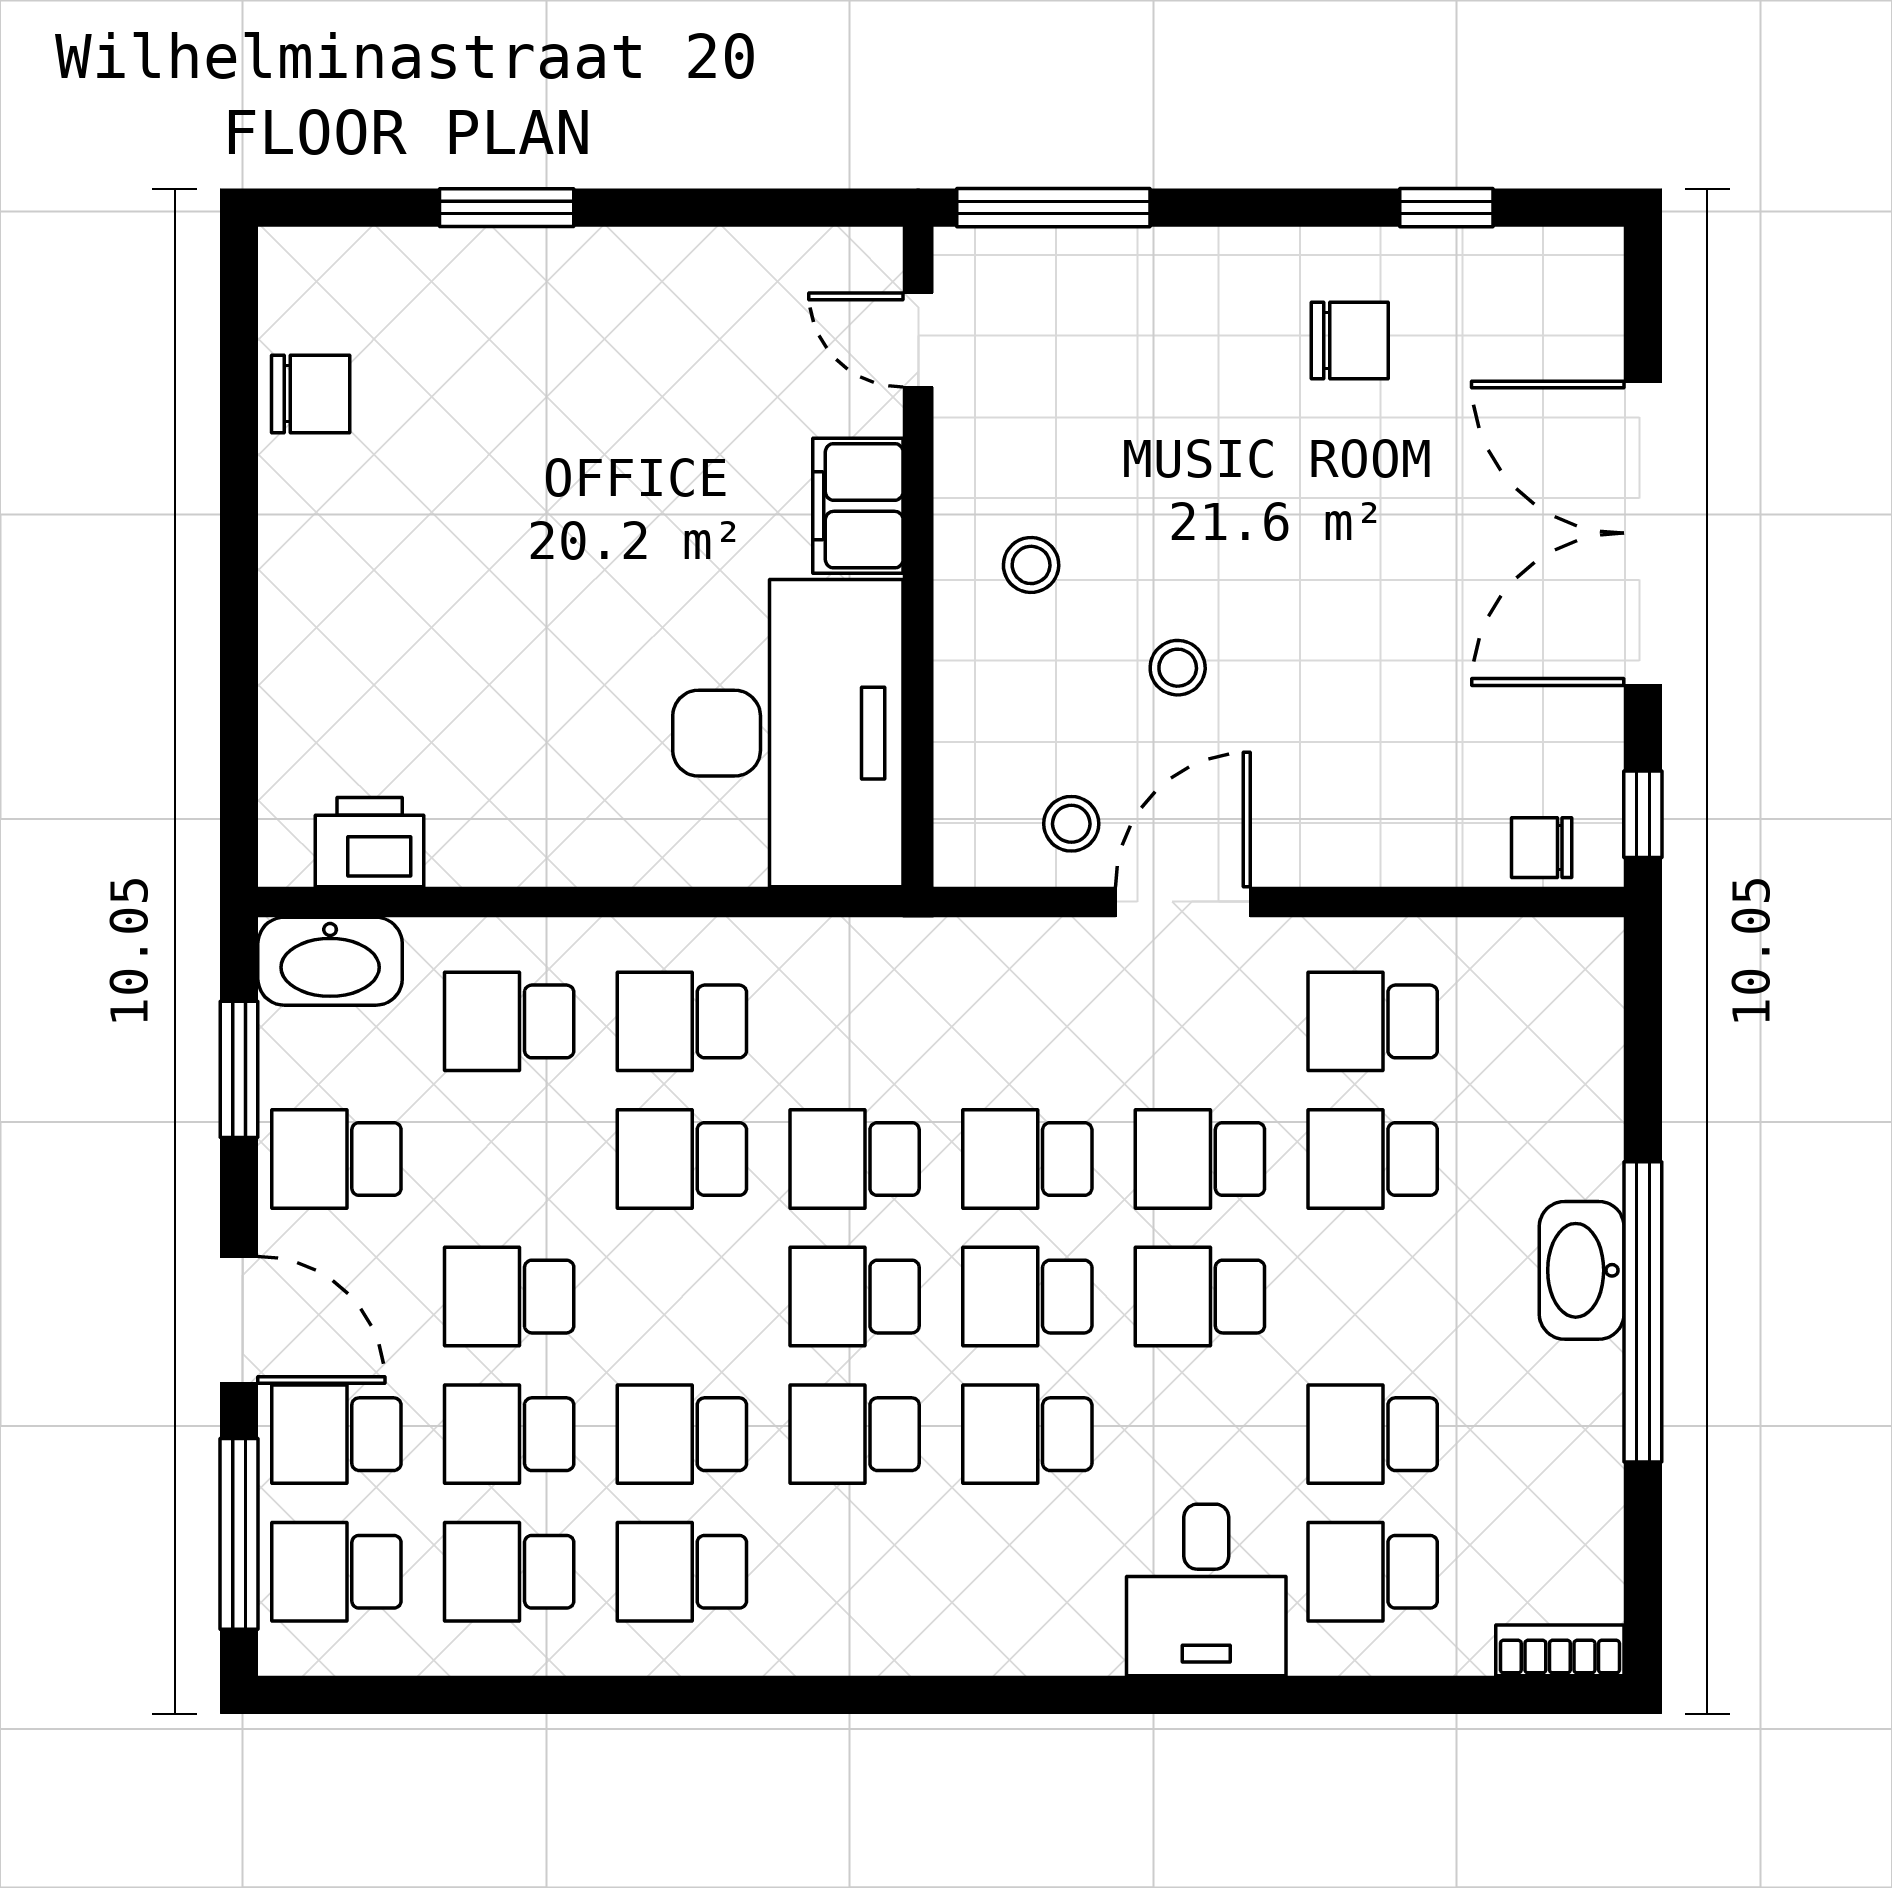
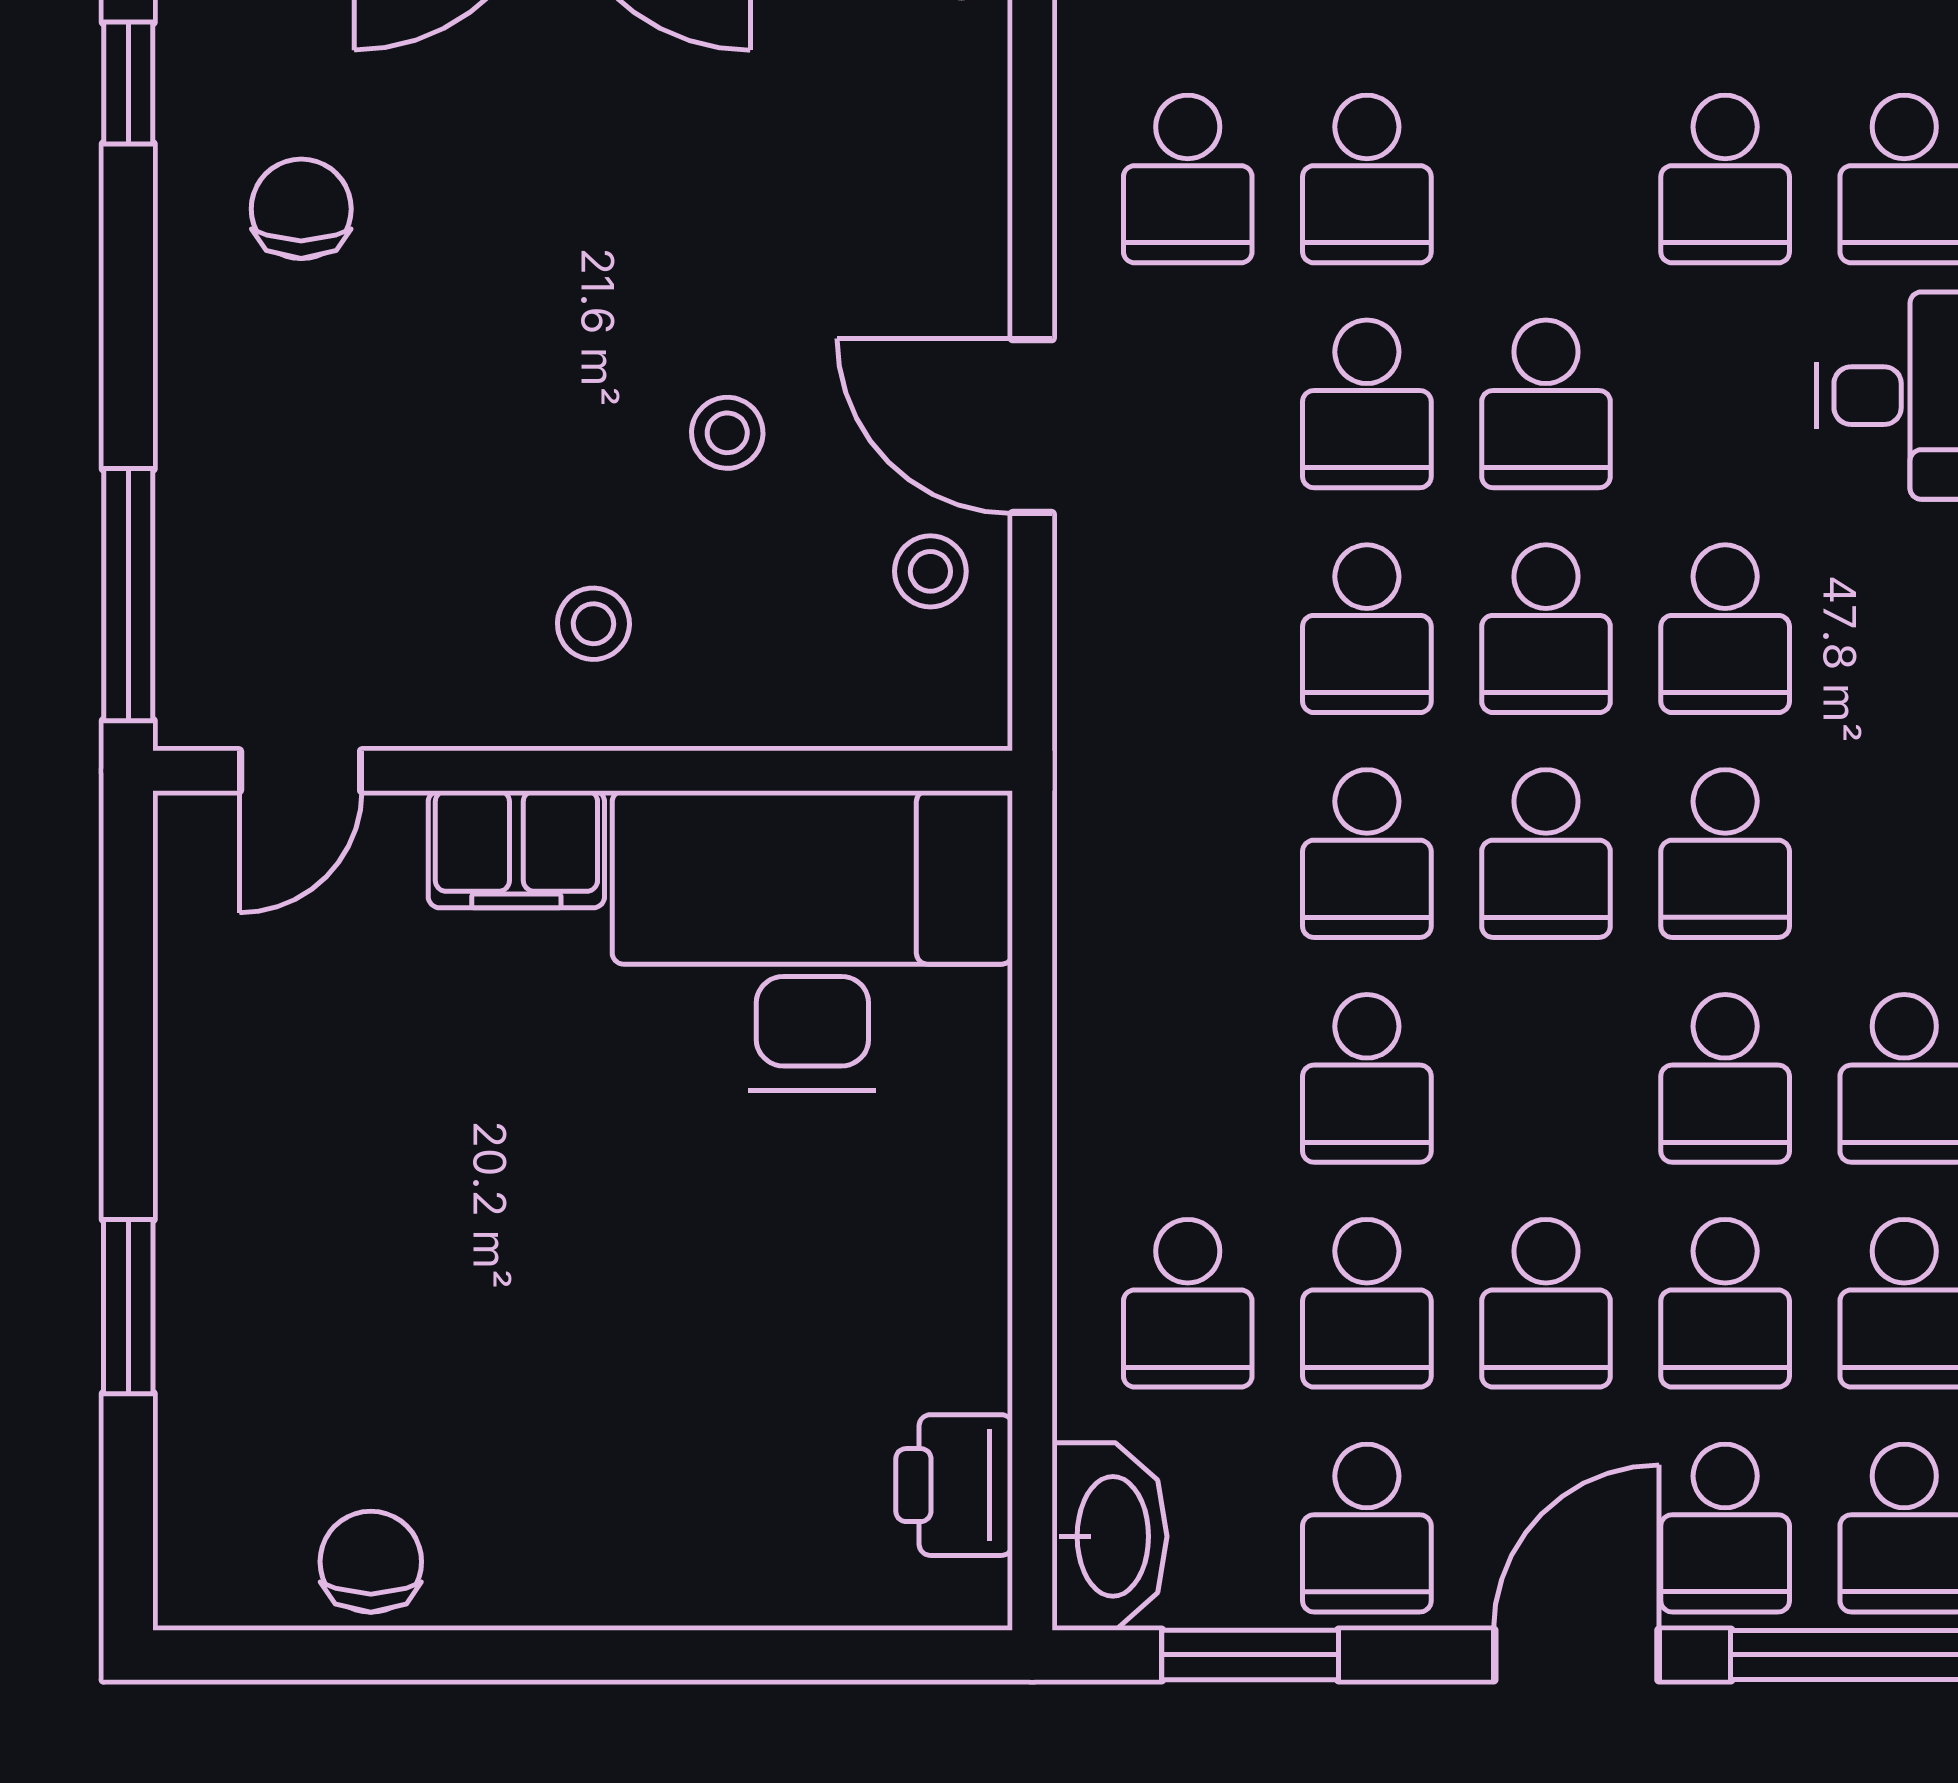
school desk: (682, 1021) -> (1367, 1303), moved

